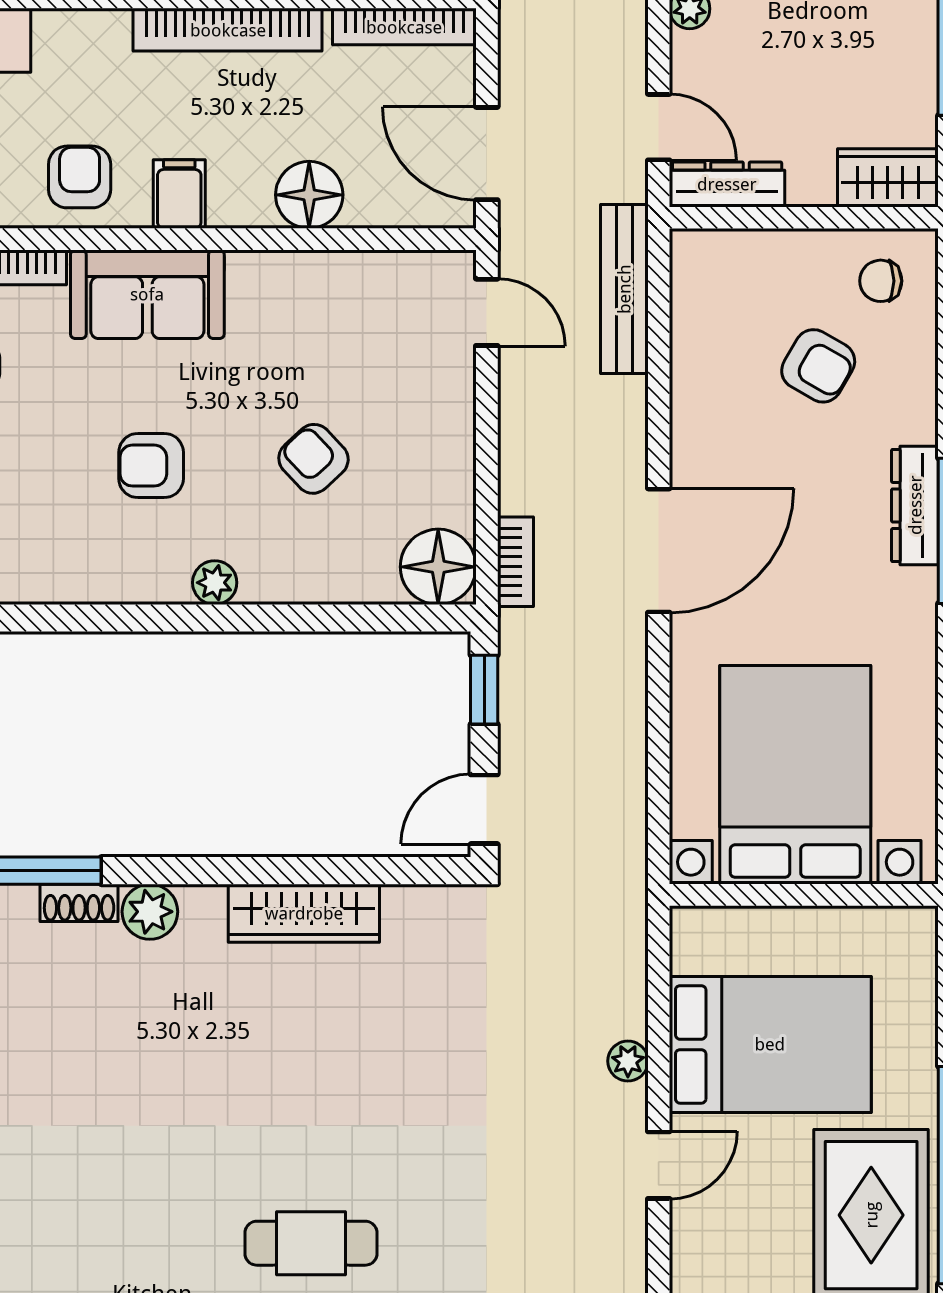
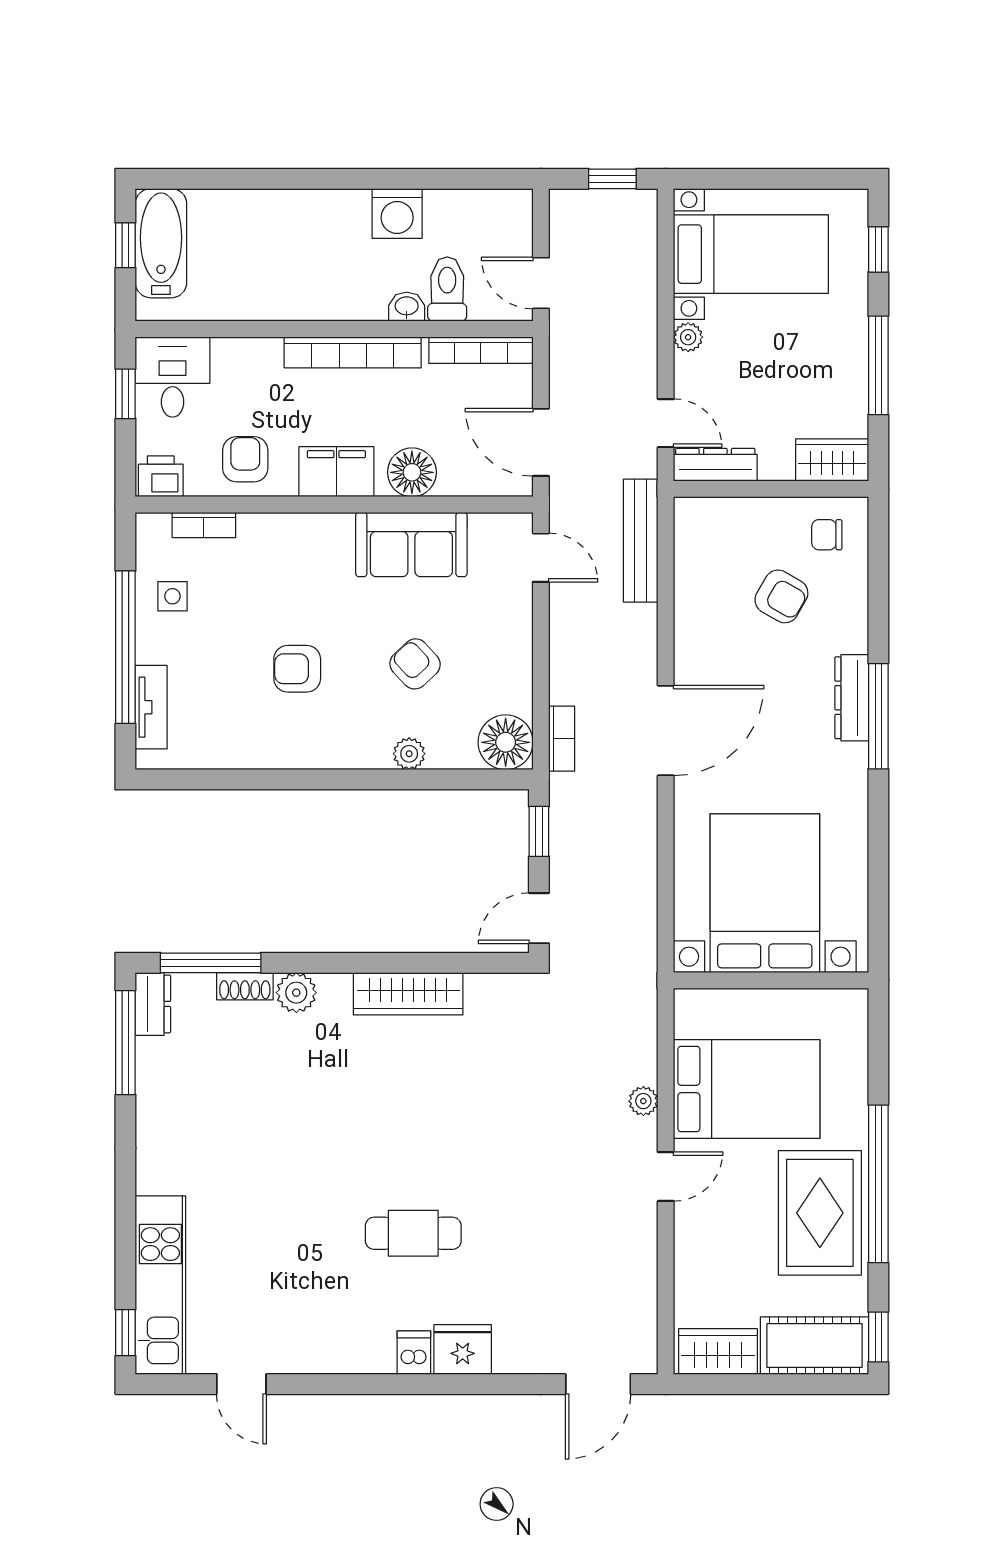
filing cabinet: (179, 194) -> (336, 472), width x2.00
sofa: (147, 294) -> (411, 544), moved
plant: (215, 583) -> (409, 754), moved

